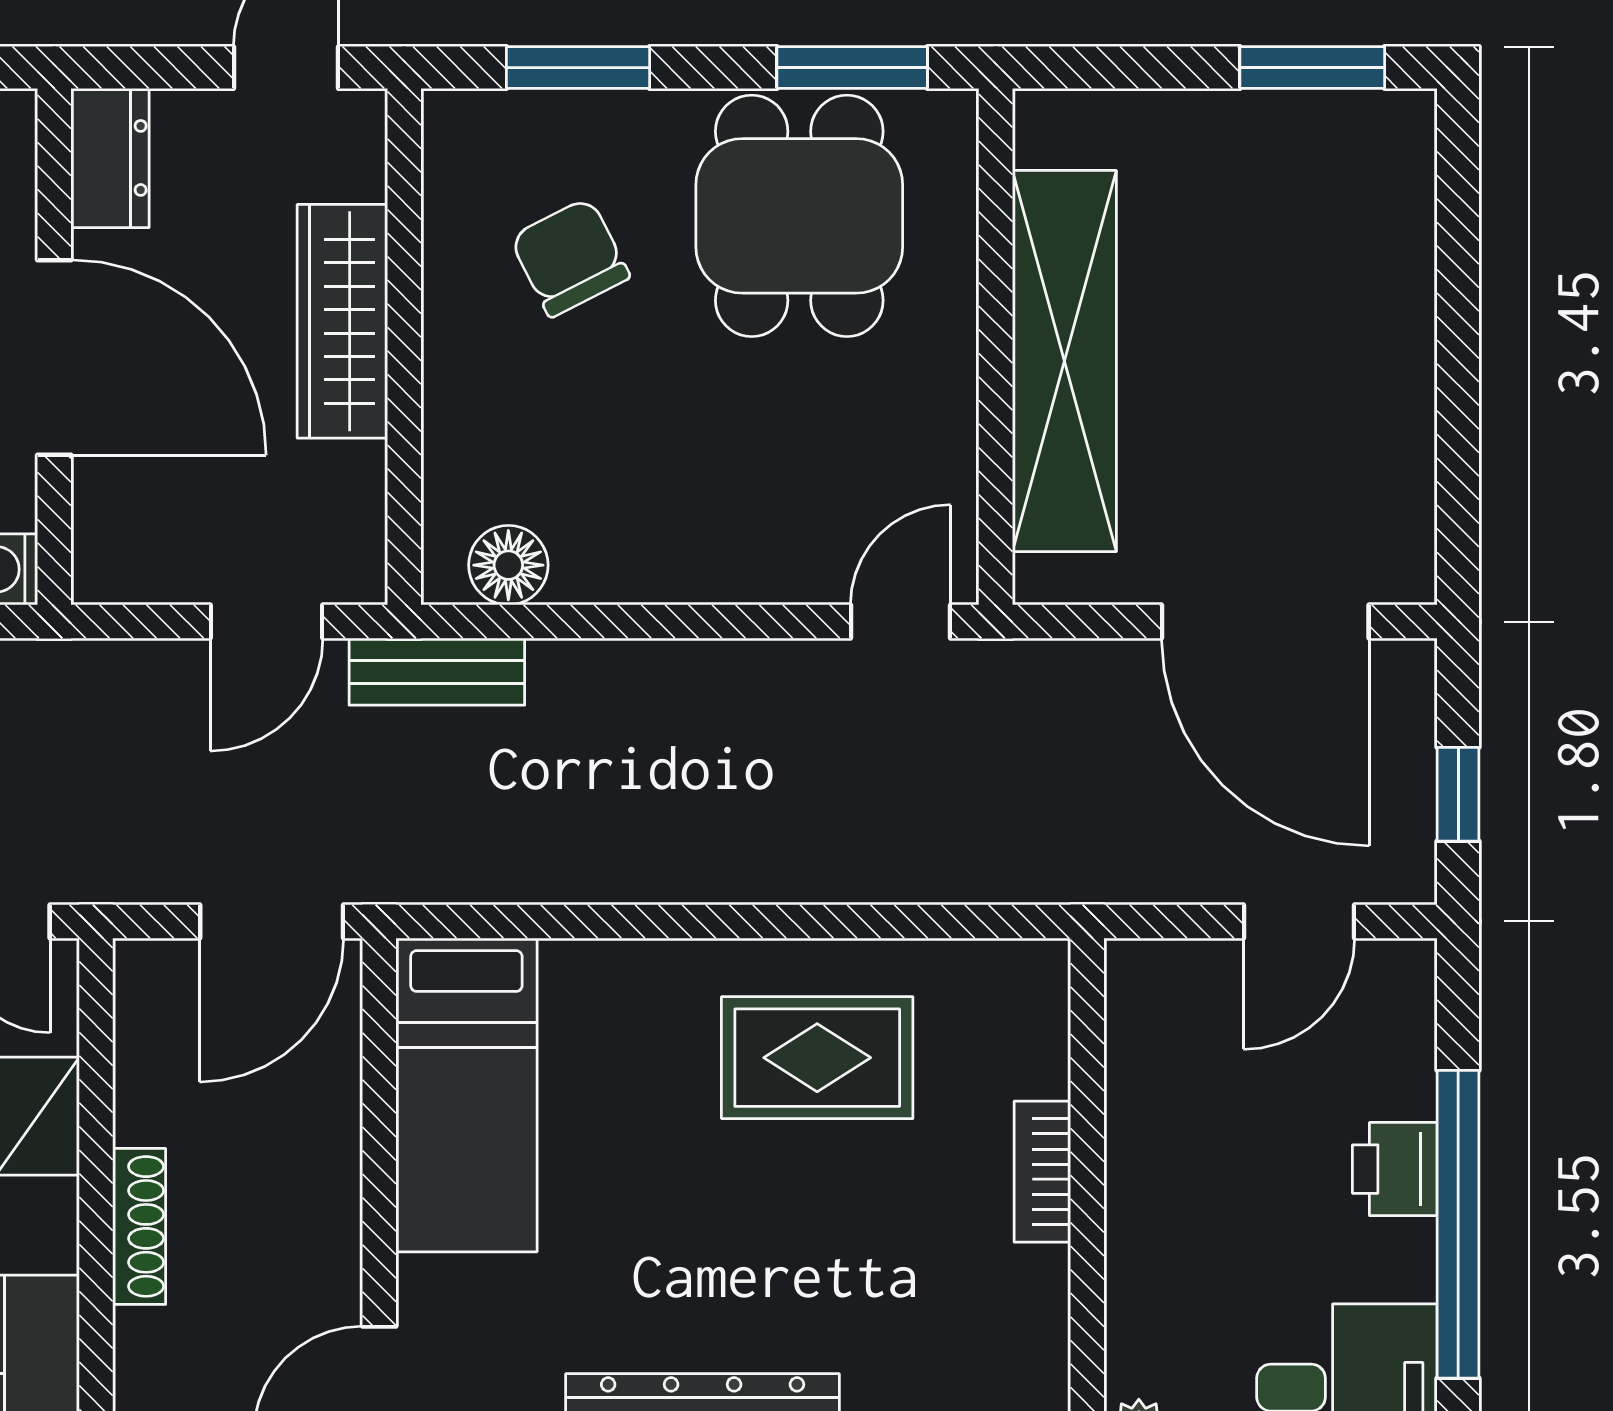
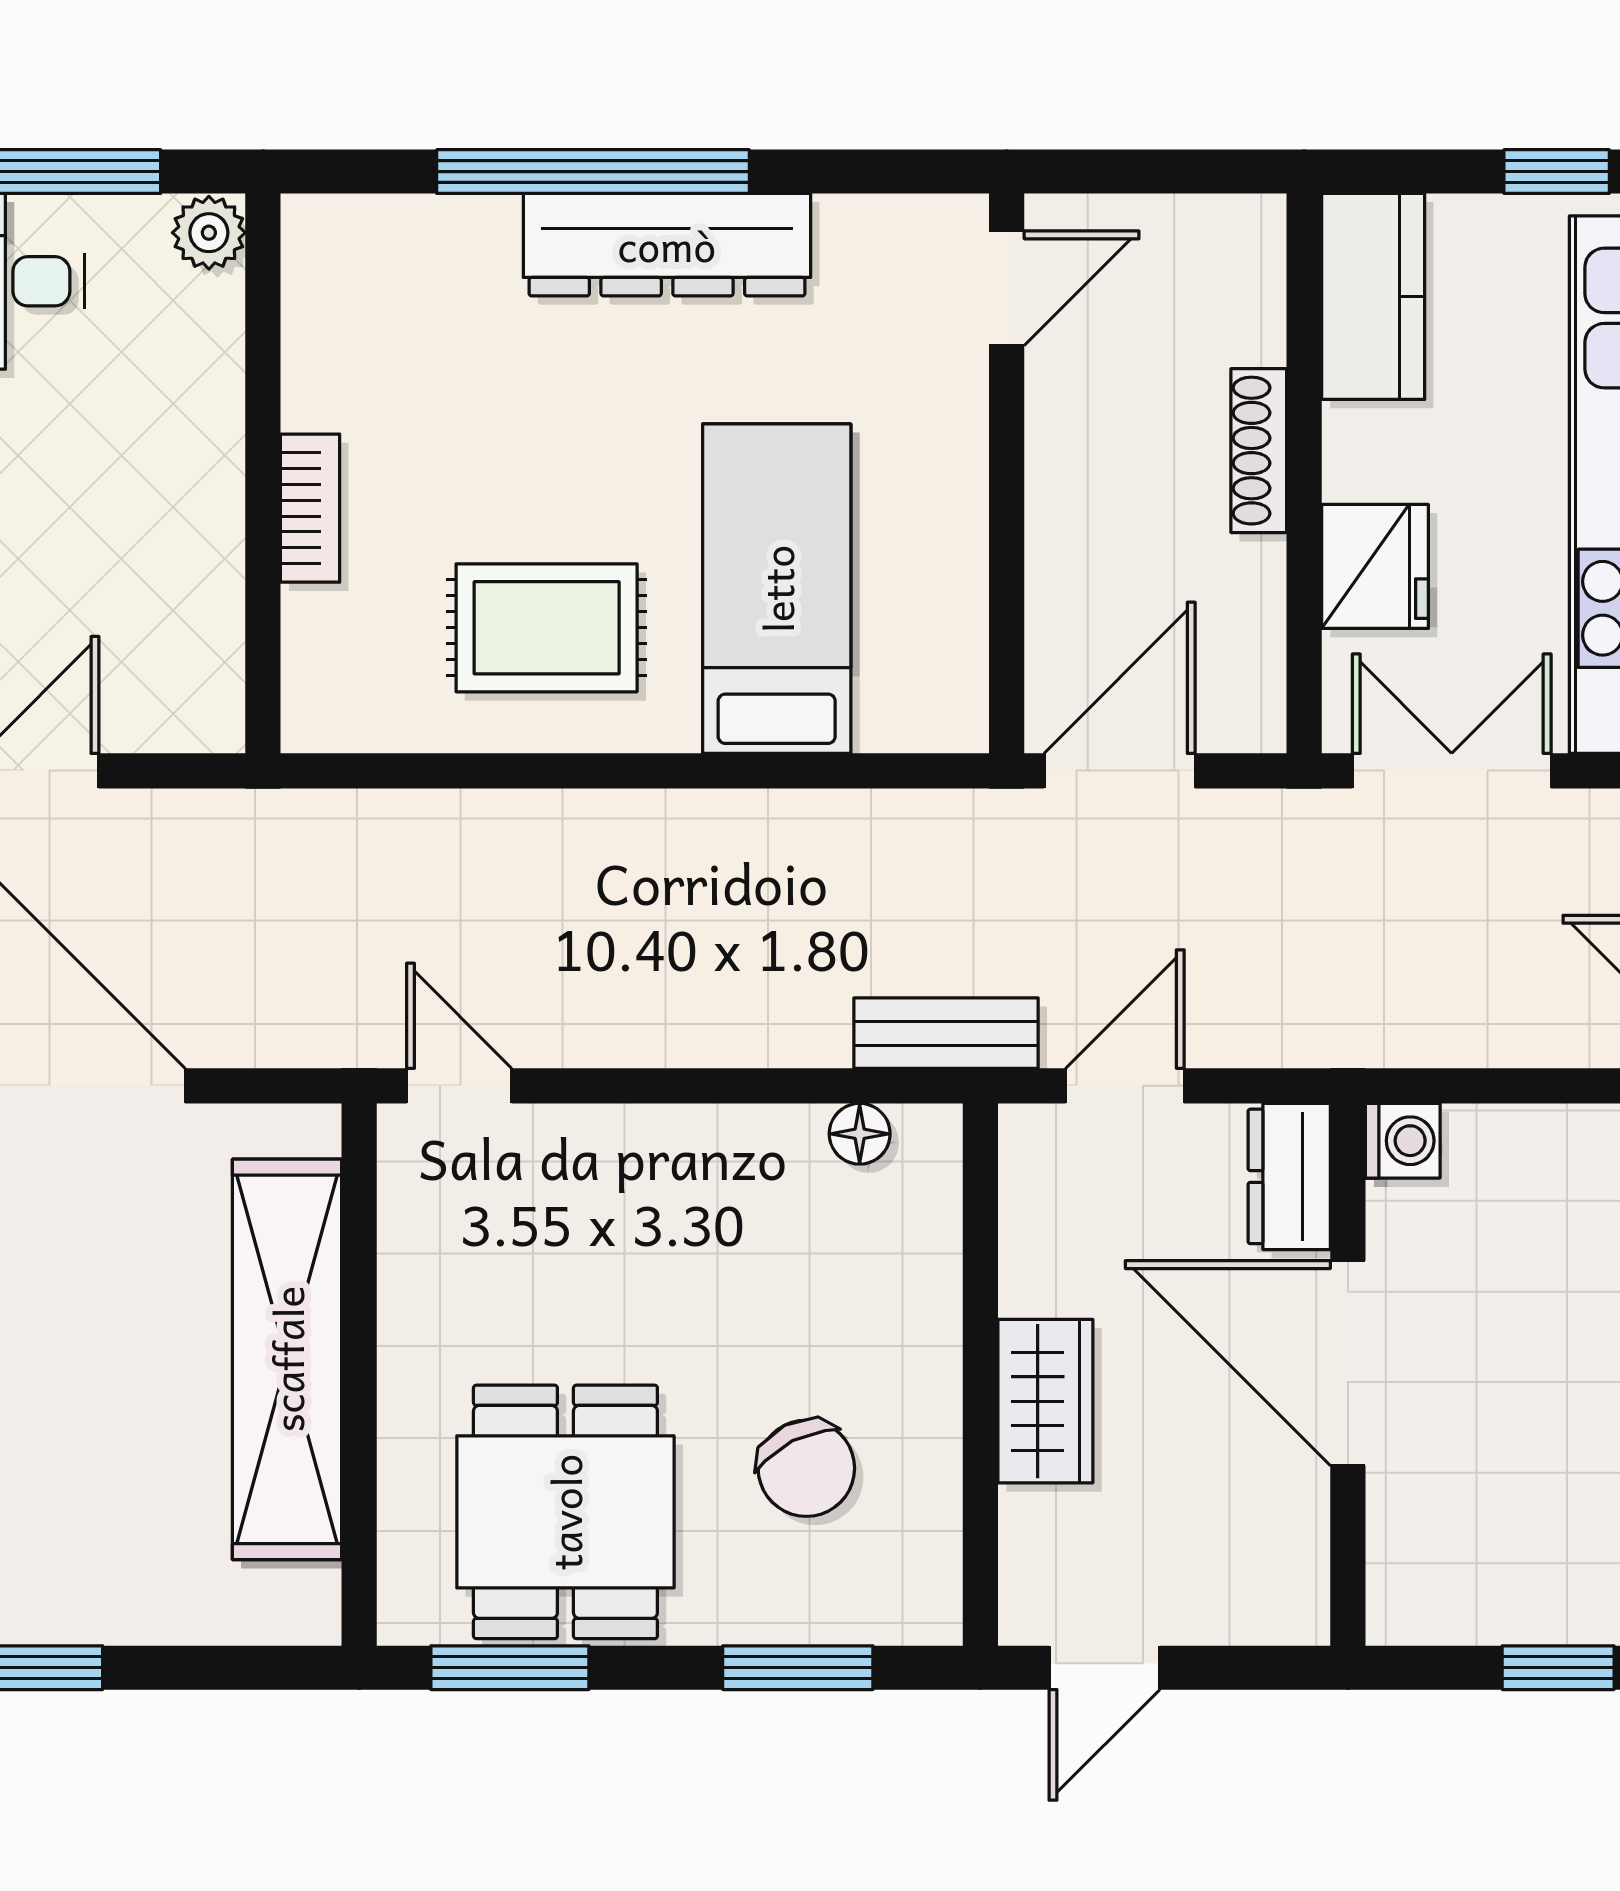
dresser: (110, 158) -> (1289, 1176), moved
wardrobe: (342, 321) -> (1045, 1401), width x0.67
floor lamp: (508, 565) -> (860, 1134), width x0.73, depth x0.73
door: (900, 622) -> (459, 1086), swing flipped
bed: (466, 1095) -> (777, 589), moved

